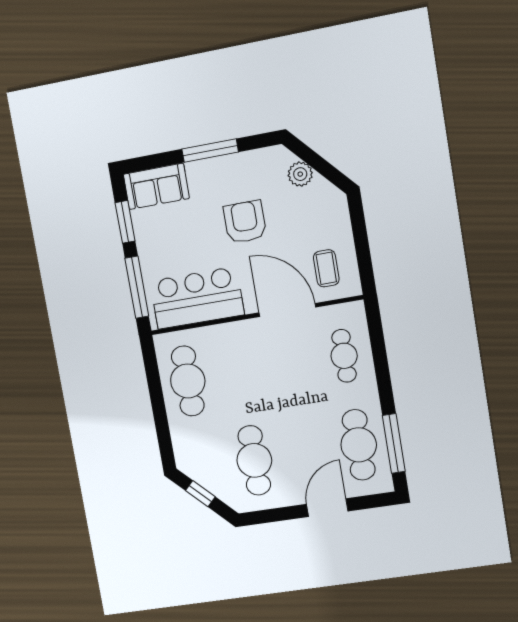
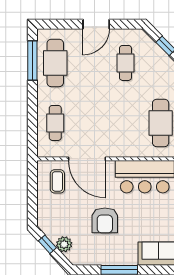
window: (326, 169) -> (47, 244), added
cafe table: (254, 460) -> (125, 63), width x0.73, depth x0.74
door: (327, 508) -> (96, 24), moved

